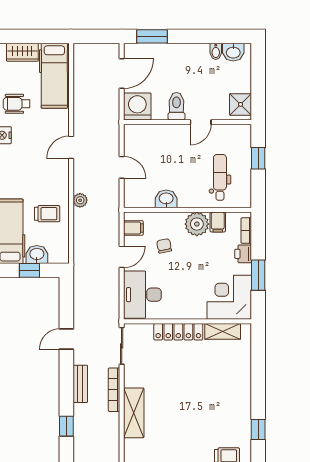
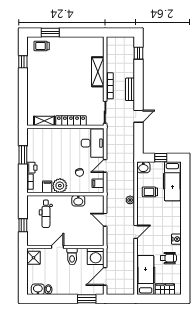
washbasin: (37, 254) -> (143, 167), moved
corner desk: (229, 297) -> (40, 142), removed
window: (66, 426) -> (138, 53), moved

